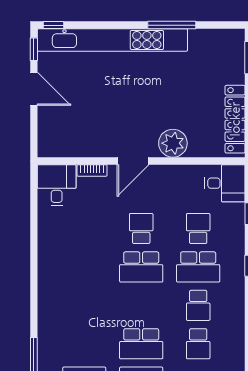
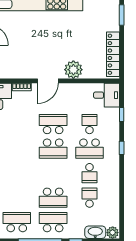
school desk: (141, 229) -> (53, 124), width x1.85
school desk: (198, 344) -> (89, 198), turned 180

